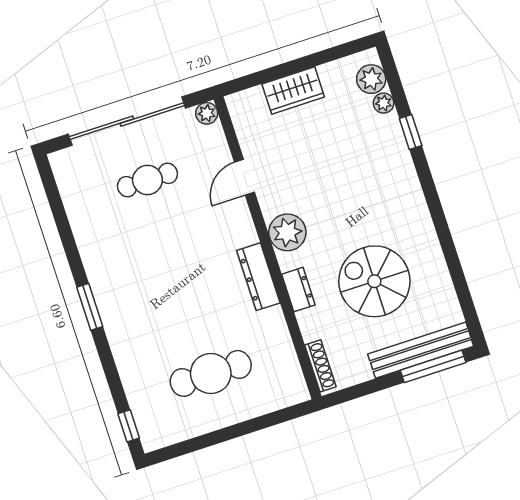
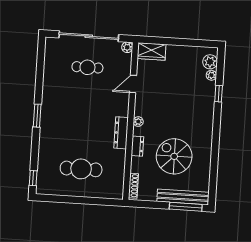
wardrobe: (293, 90) -> (151, 51), moved
plant: (287, 232) -> (138, 122), width x0.53, depth x0.53

